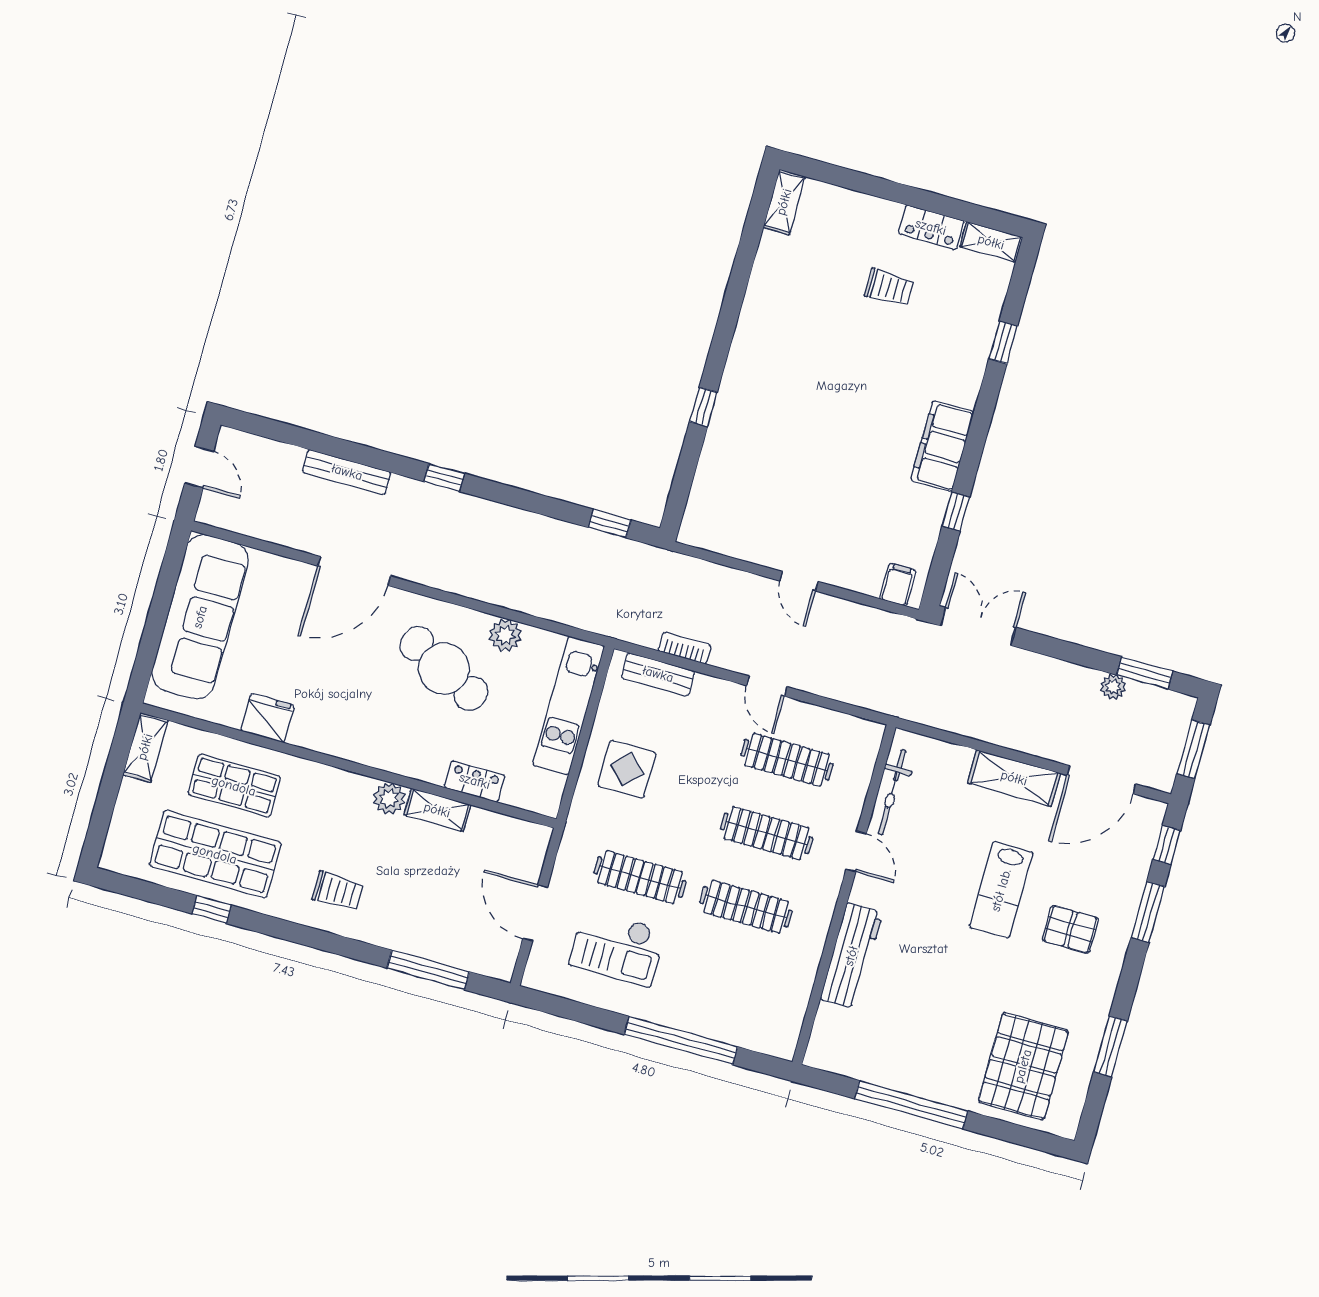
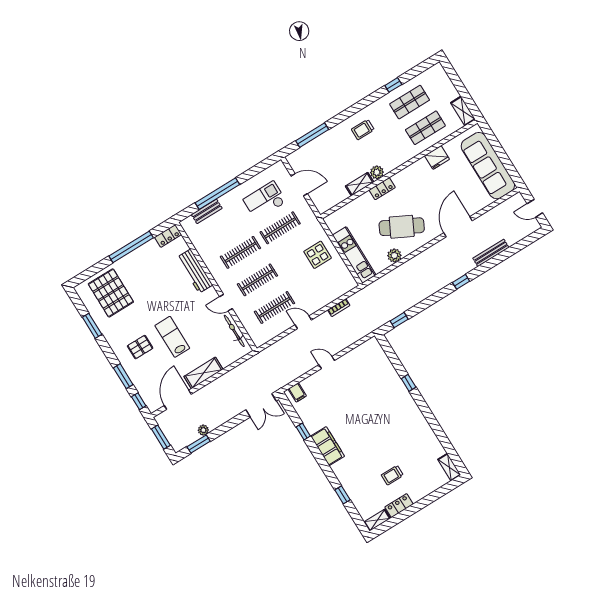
bench: (658, 674) -> (207, 211), moved
locker: (475, 781) -> (382, 189), moved
shop shelf: (215, 854) -> (410, 102), width x0.70, depth x0.74
locker: (833, 1058) -> (168, 236), added

